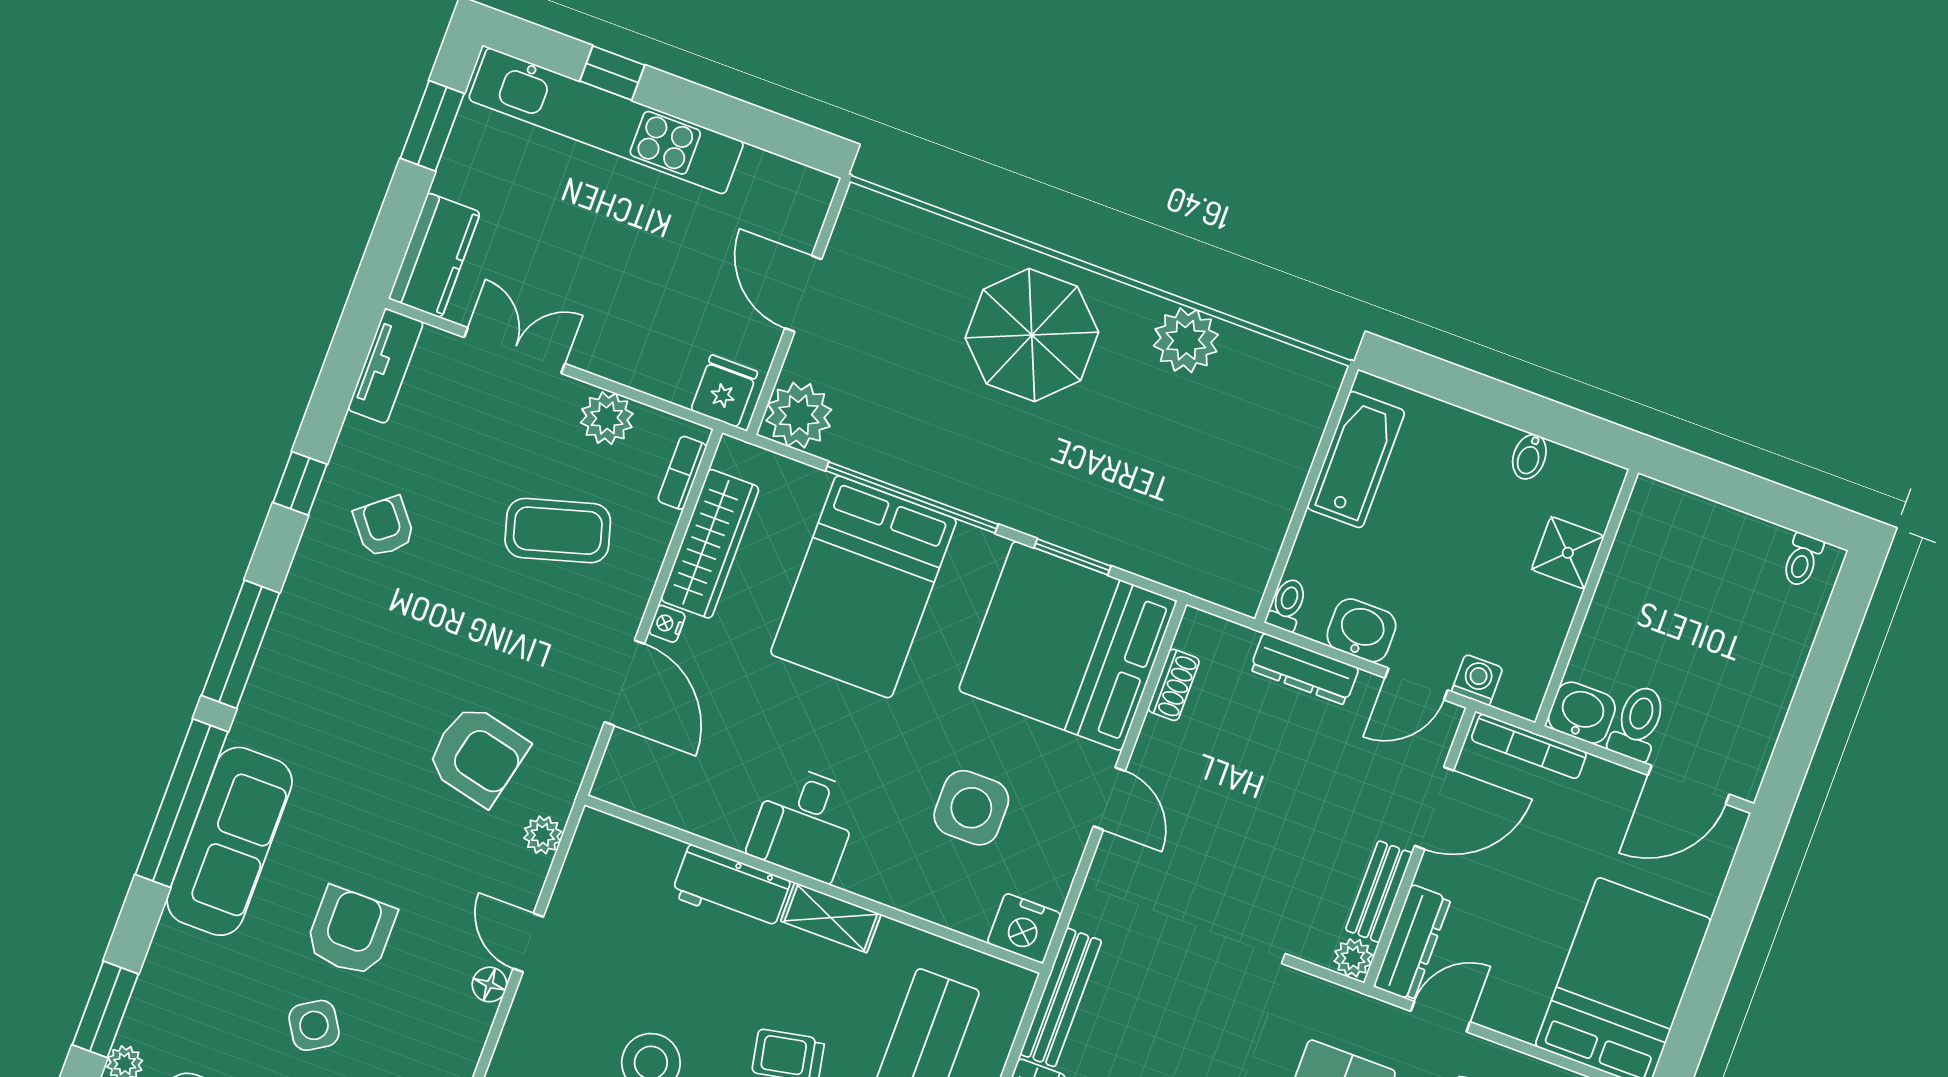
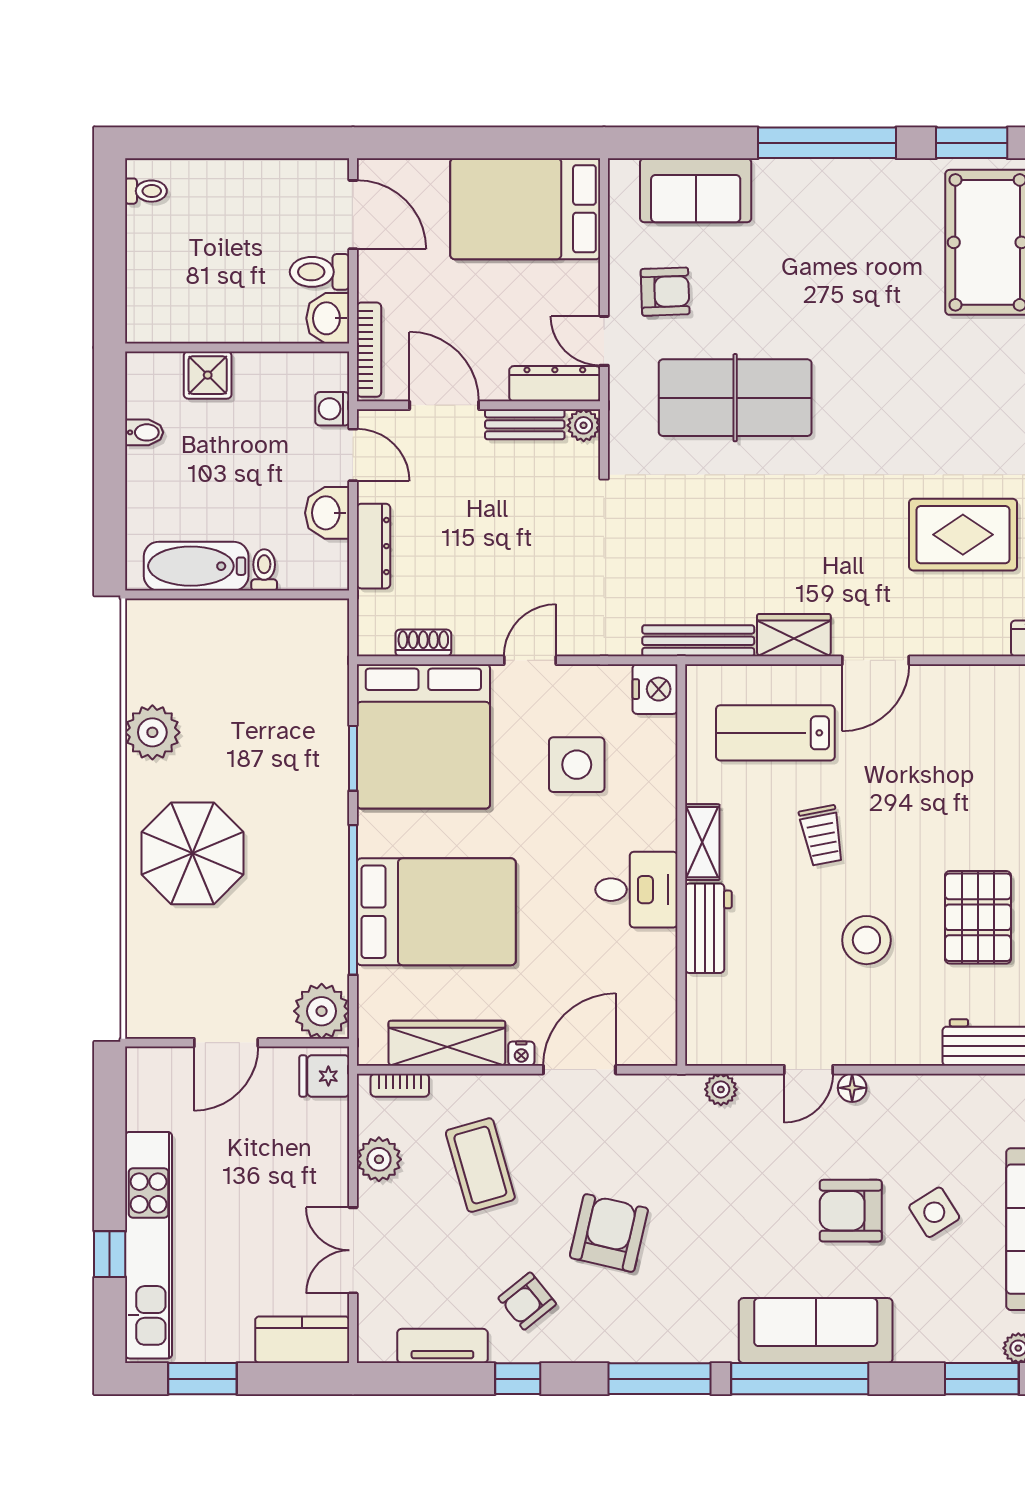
tv unit: (386, 366) -> (442, 1346), moved
toilet: (1287, 605) -> (264, 570), moved, turned 90
armchair: (477, 755) -> (609, 1233), moved

